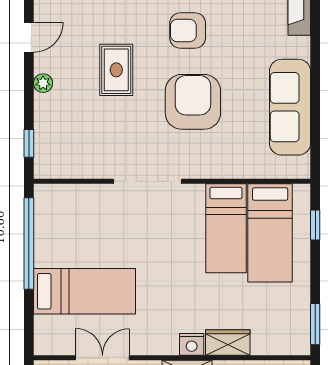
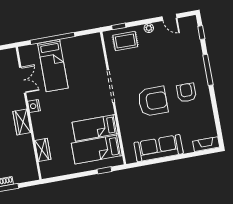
rug: (116, 70) -> (125, 41), moved
window: (29, 244) -> (53, 38), moved
window: (315, 324) -> (57, 179), removed
wardrobe: (228, 343) -> (43, 150), moved
nightstand: (192, 344) -> (34, 106), moved

